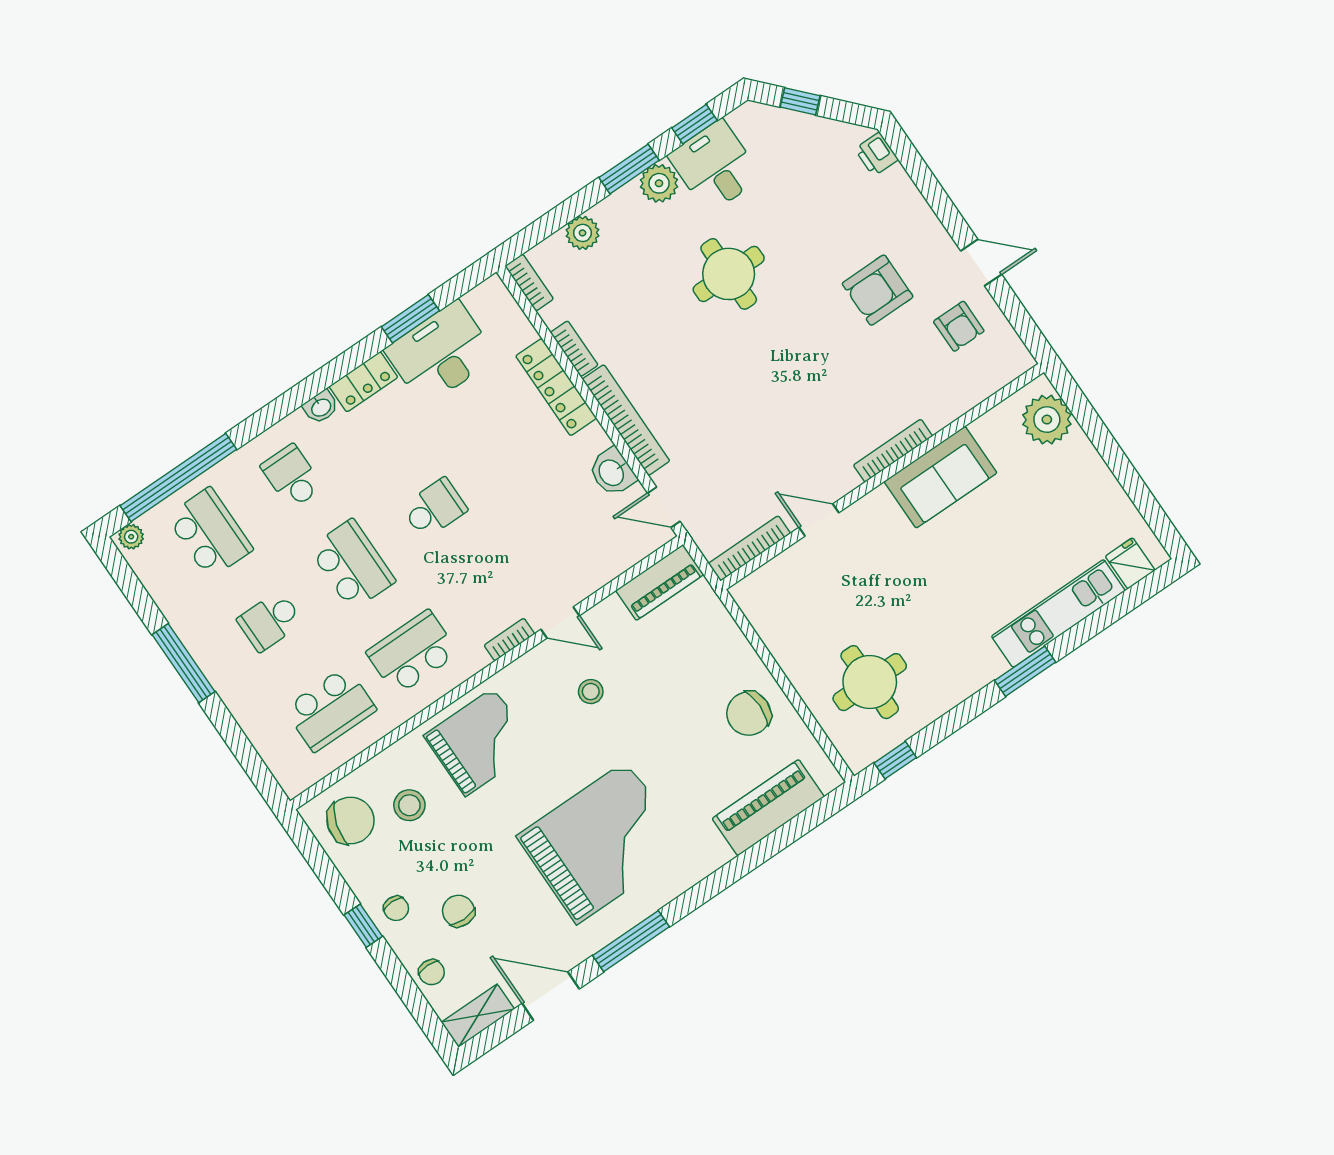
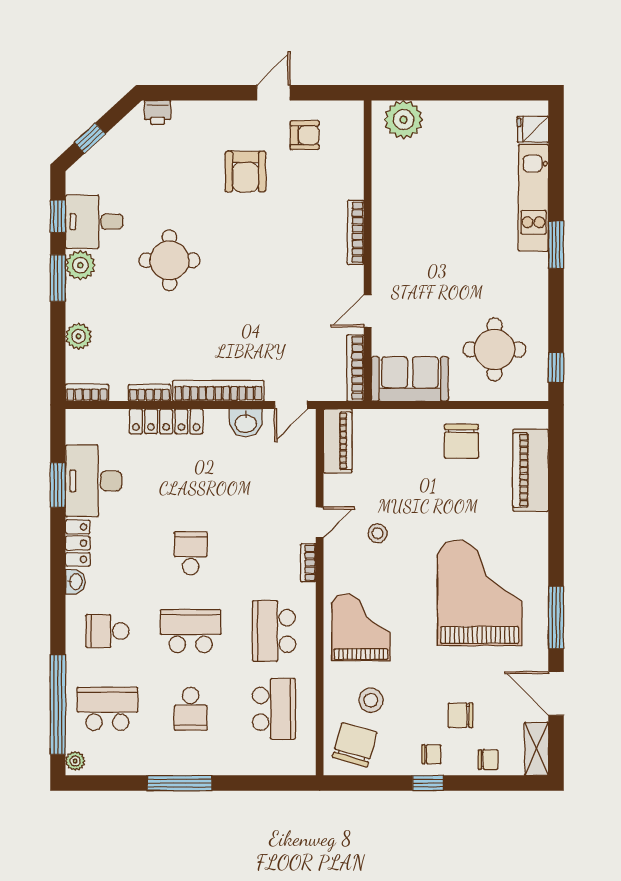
sofa: (940, 477) -> (410, 379), moved, turned -90
door: (551, 996) -> (556, 693), hinge flipped

